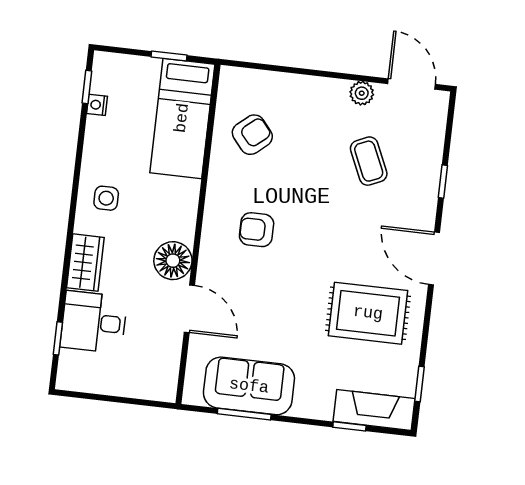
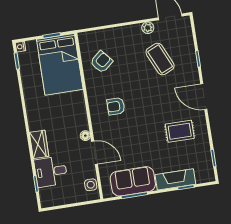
nightstand: (97, 105) -> (21, 47), moved
bed: (182, 118) -> (60, 64), width x1.50
coffee table: (369, 161) -> (160, 59), width x1.36, depth x1.30
side table: (106, 198) -> (91, 185), moved
floor lamp: (173, 261) -> (85, 136), width x0.53, depth x0.53
rug: (368, 313) -> (180, 131), width x0.73, depth x0.70
fireplace: (374, 410) -> (175, 179), moved

